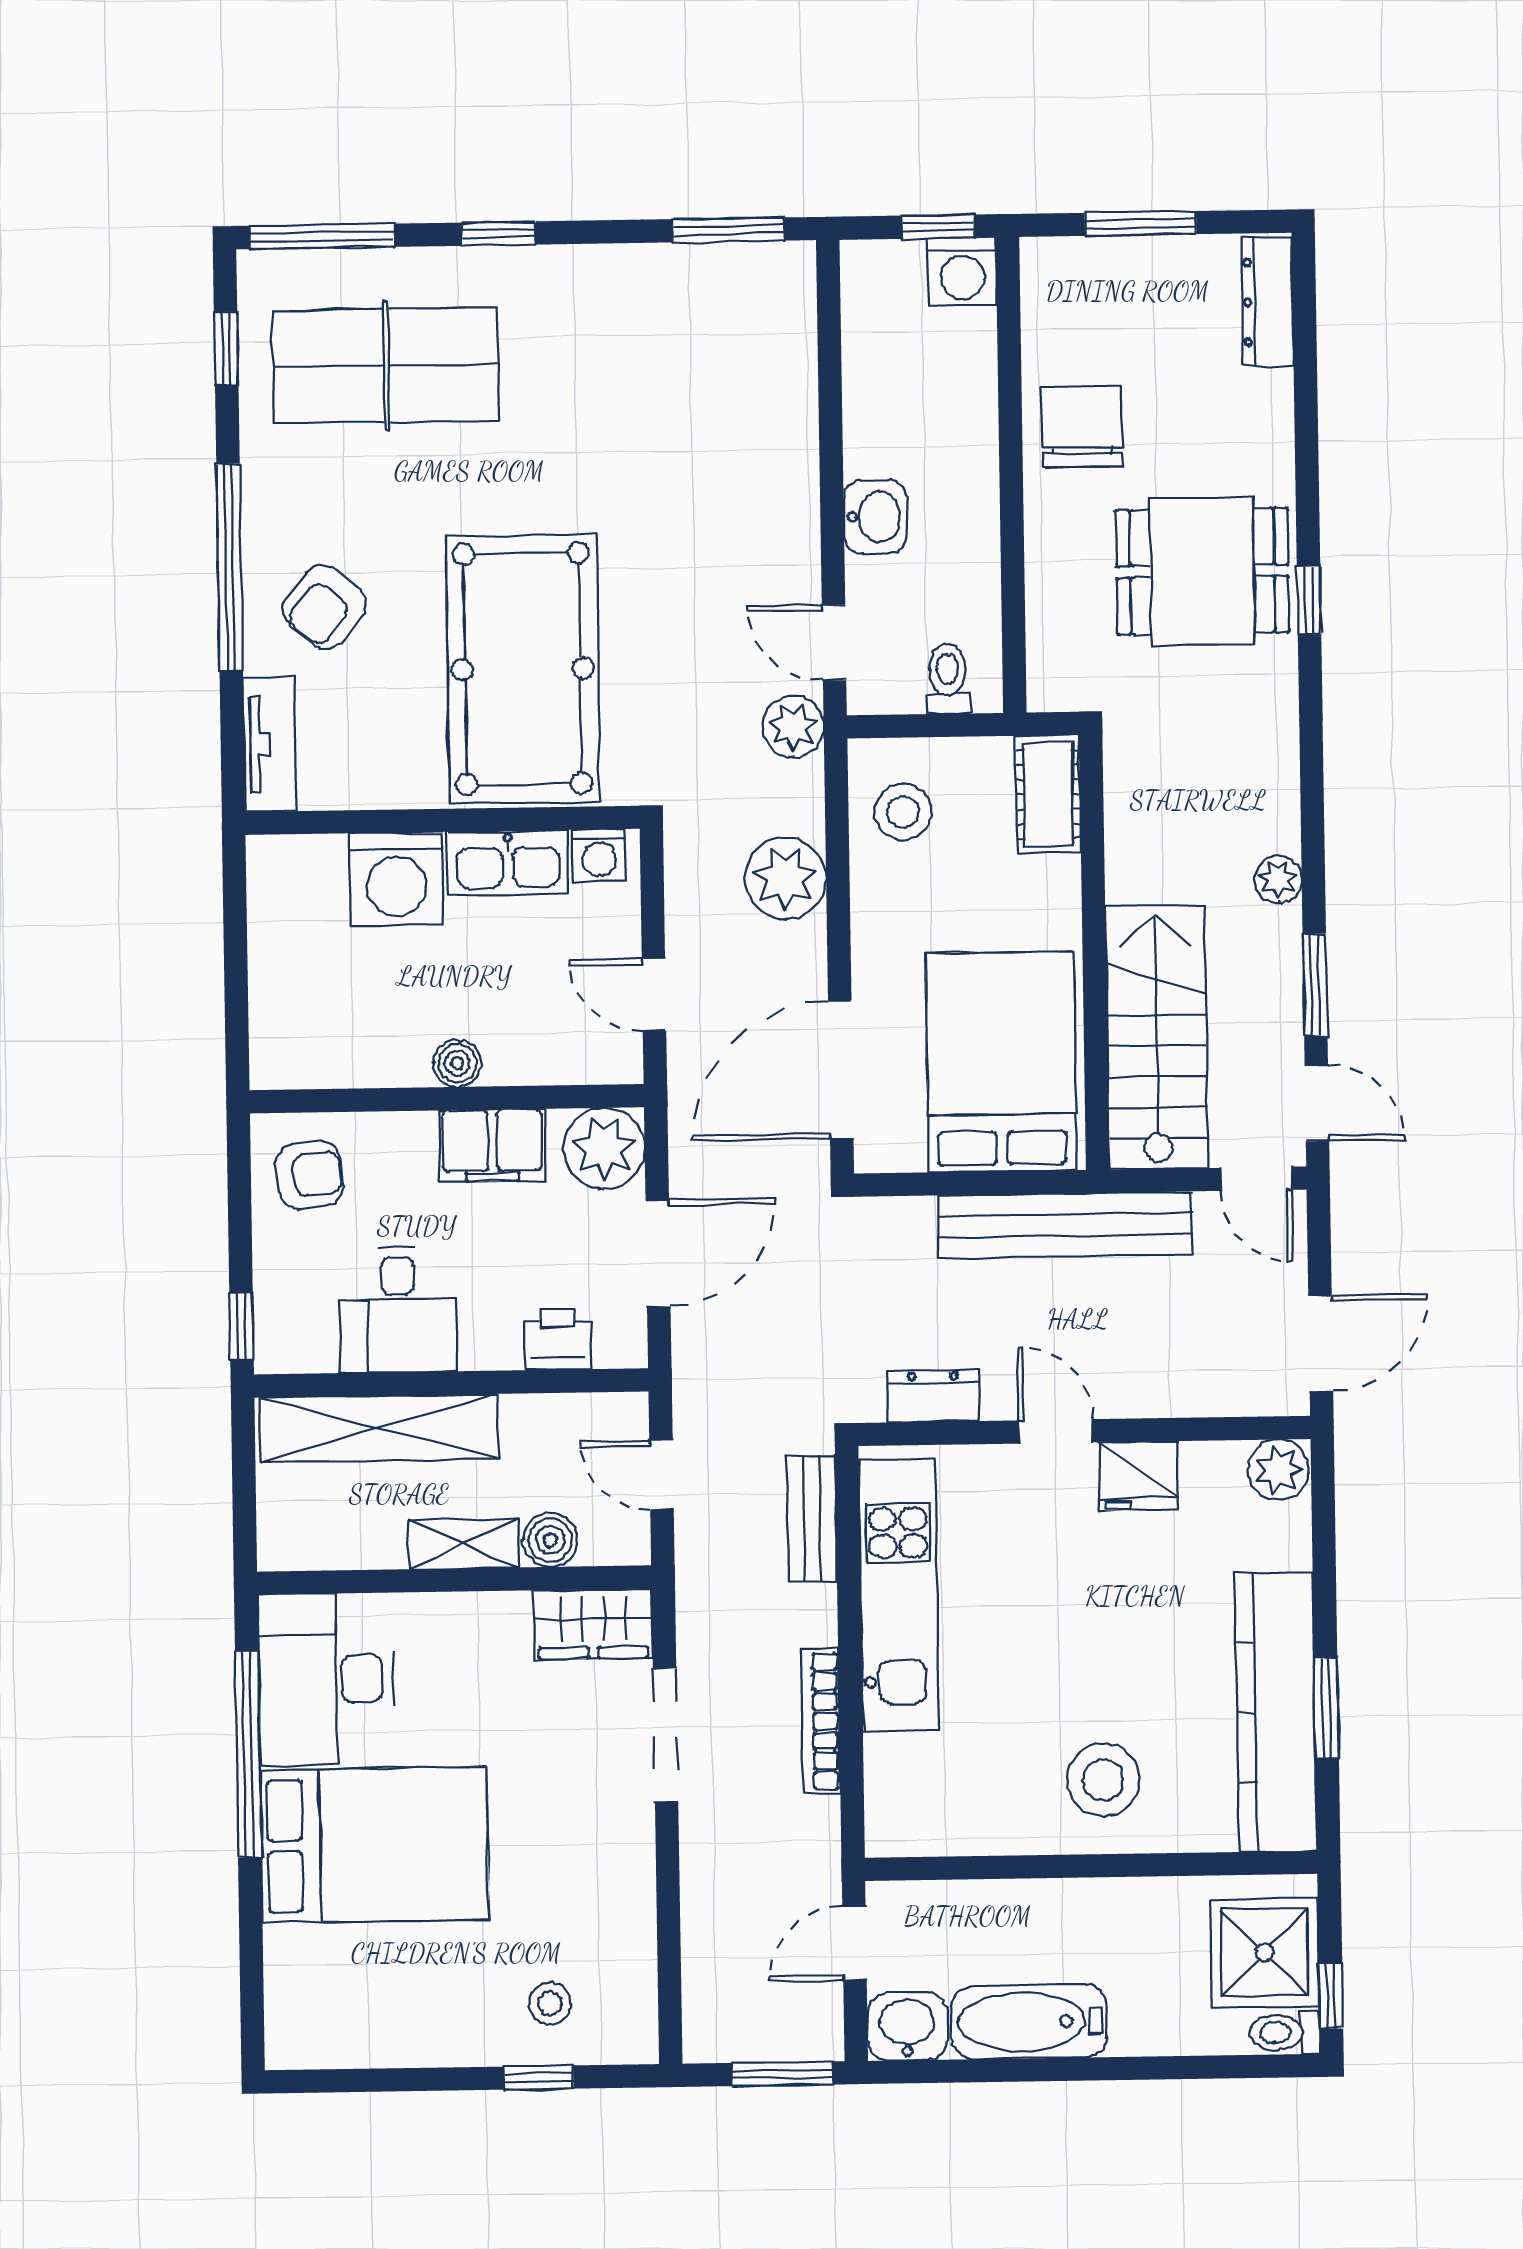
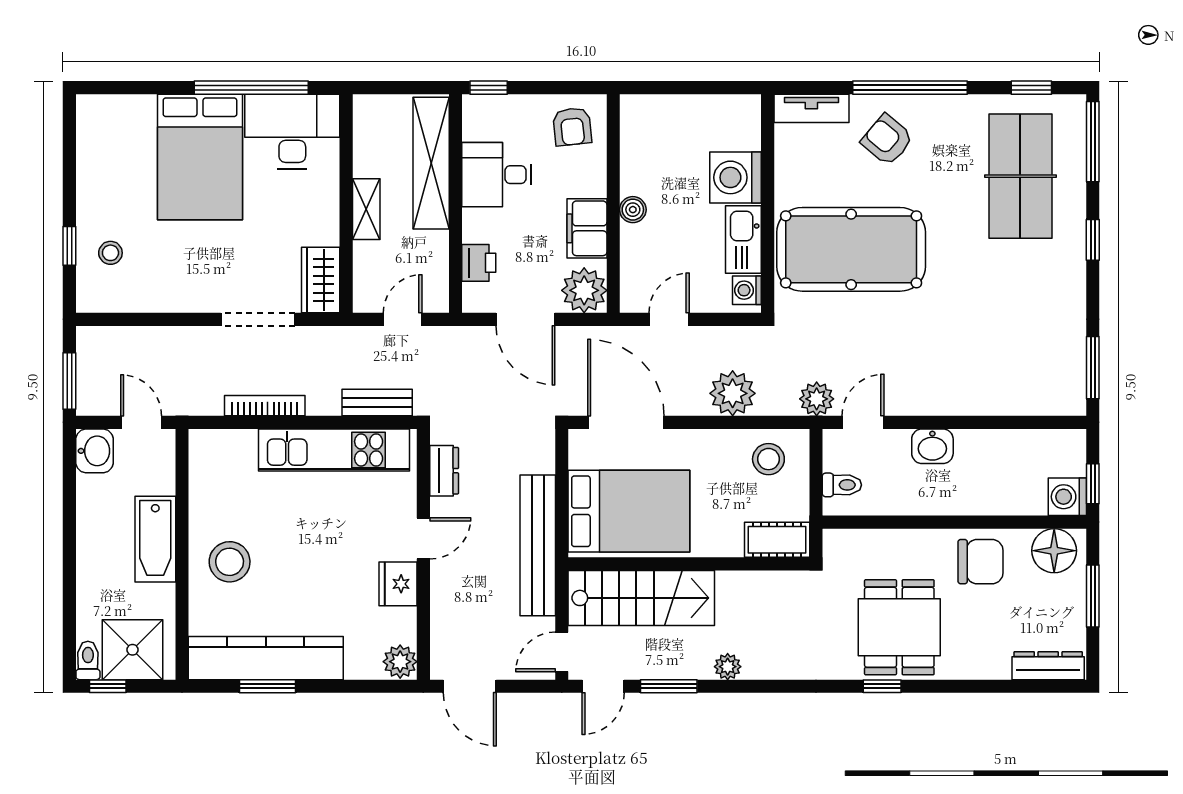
floor lamp: (1060, 294) -> (1054, 551), added
boiler: (550, 1540) -> (368, 257), removed
bathtub: (1029, 2022) -> (155, 539), moved, turned 180

